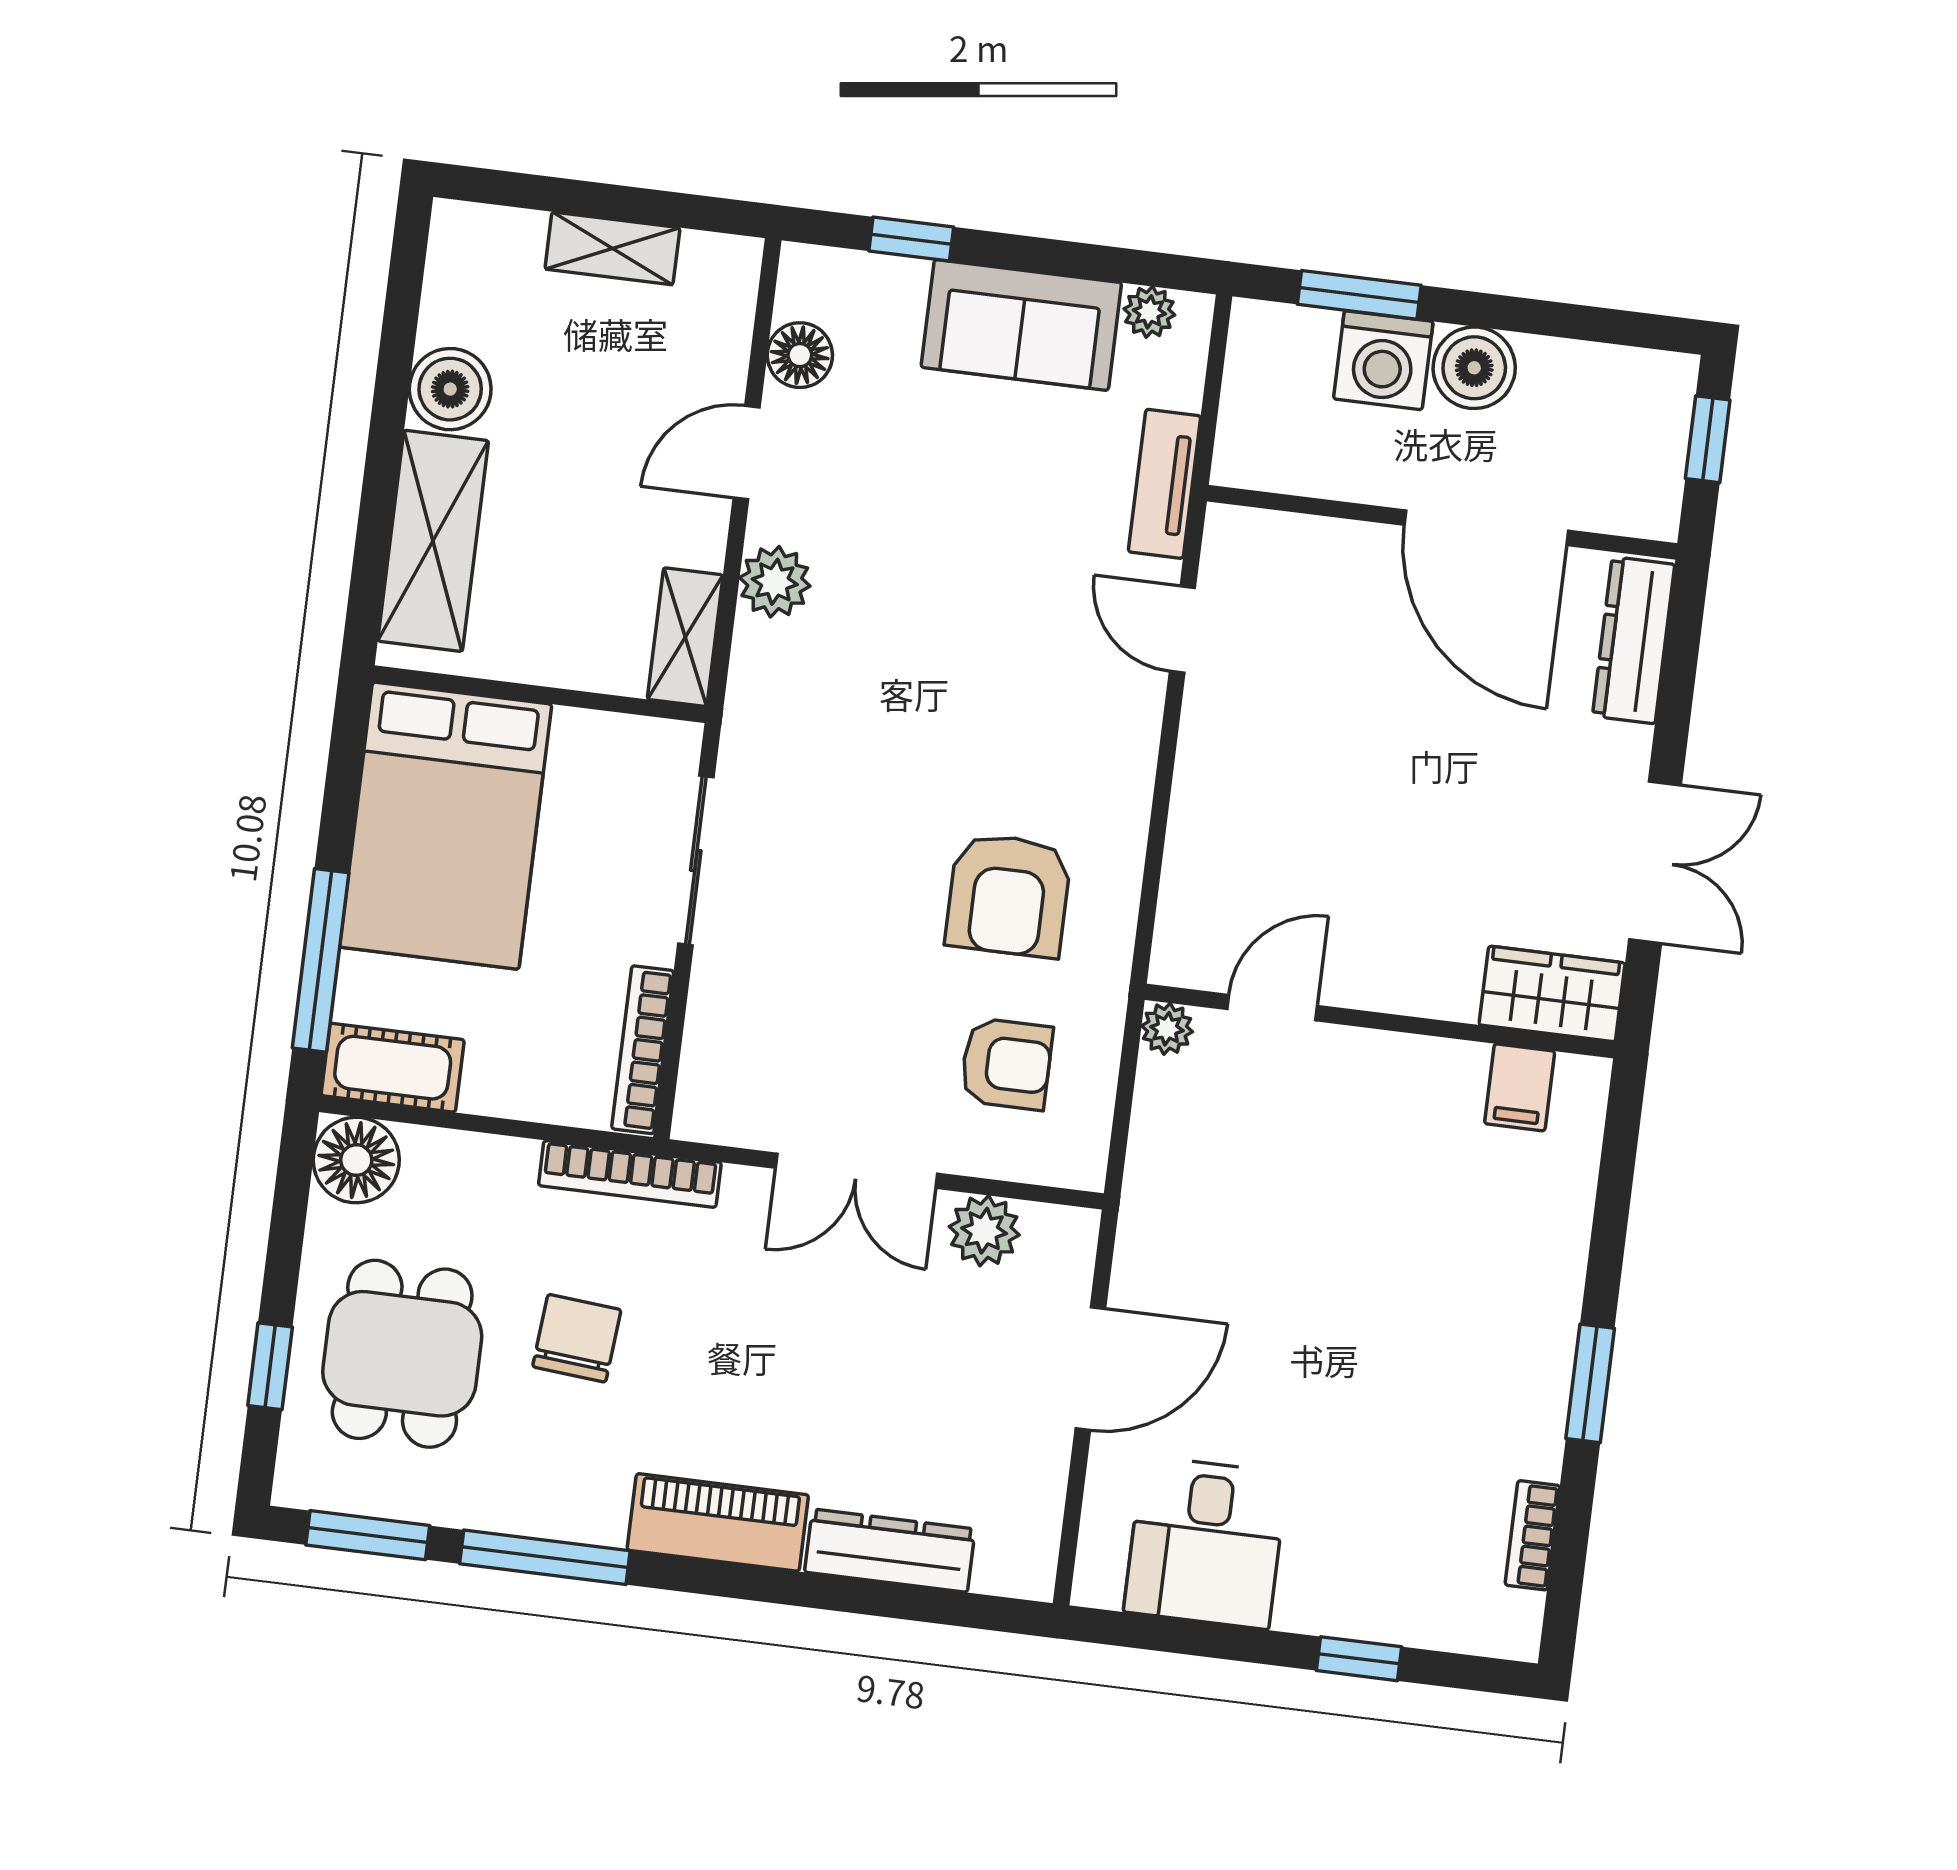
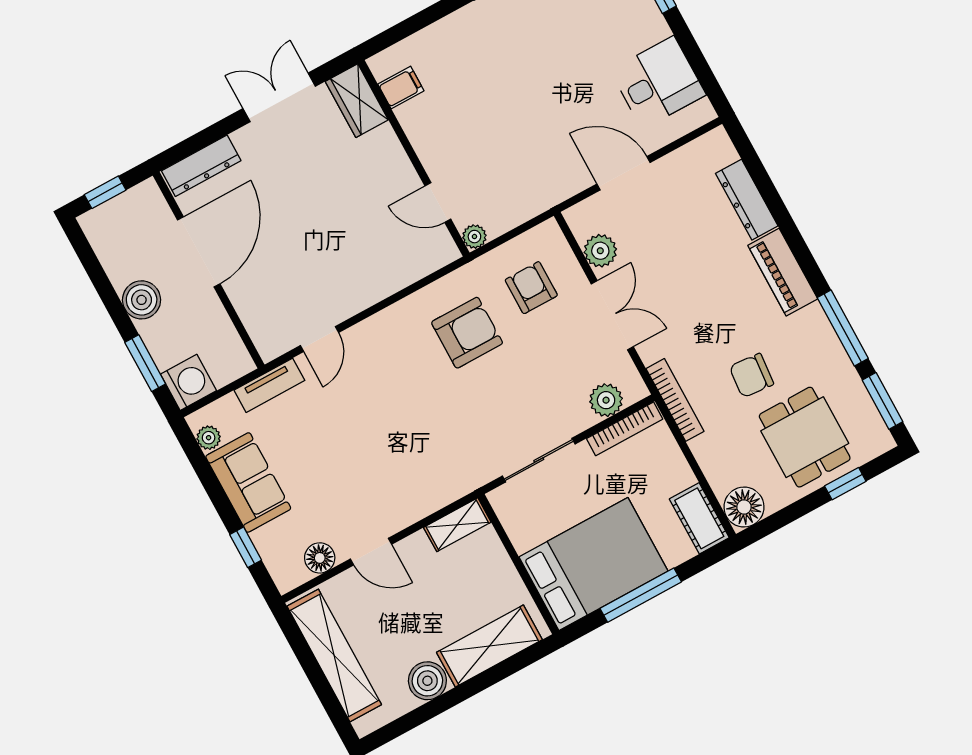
shelving: (612, 248) -> (334, 655), width x2.20, depth x1.33
washing machine: (1383, 360) -> (188, 382), moved
plant: (775, 582) -> (606, 400), moved
window: (321, 960) -> (641, 595), moved
dining table: (402, 1354) -> (805, 437), turned 90

